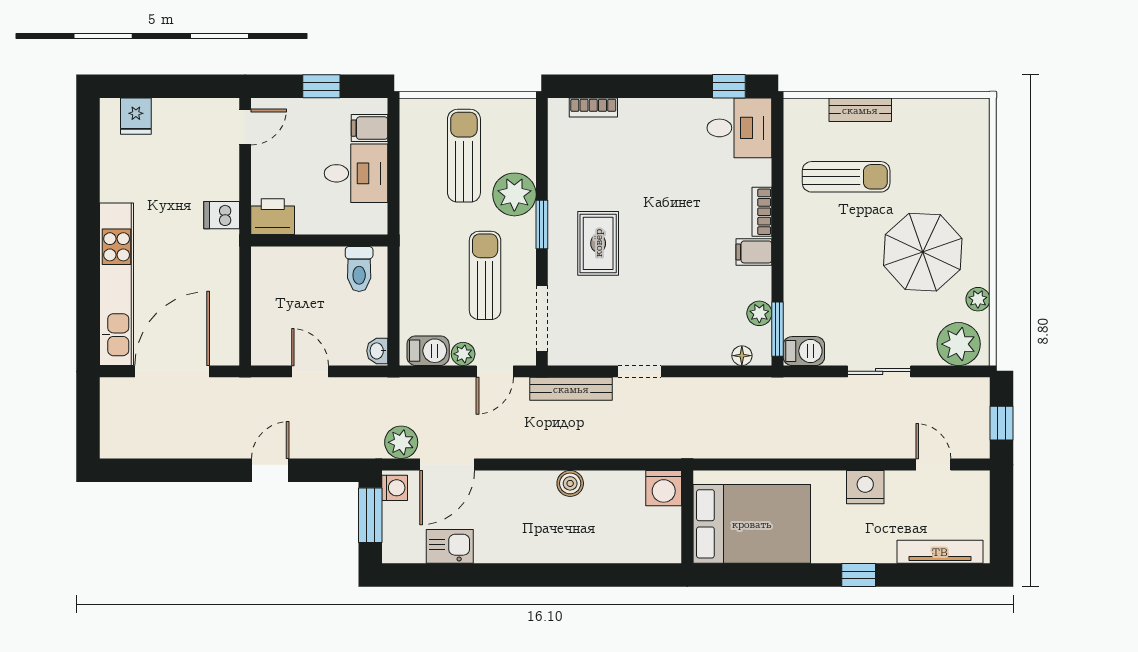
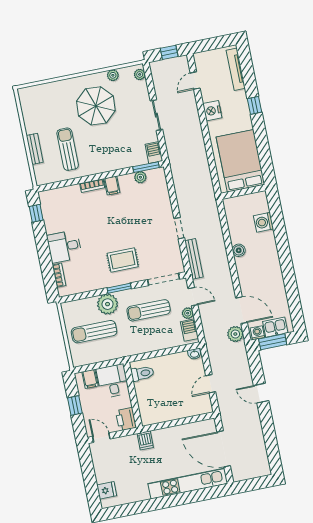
desk: (739, 128) -> (64, 246), moved, turned -90
printer: (273, 217) -> (126, 419), moved
wall: (319, 241) -> (133, 395), moved
toilet: (359, 269) -> (142, 373), moved
plant: (959, 344) -> (140, 74), width x0.53, depth x0.53
floor lamp: (742, 356) -> (162, 181), removed
washing machine: (664, 488) -> (264, 222), moved, turned 180
kitchen sink: (450, 546) -> (275, 327), moved, turned 90

